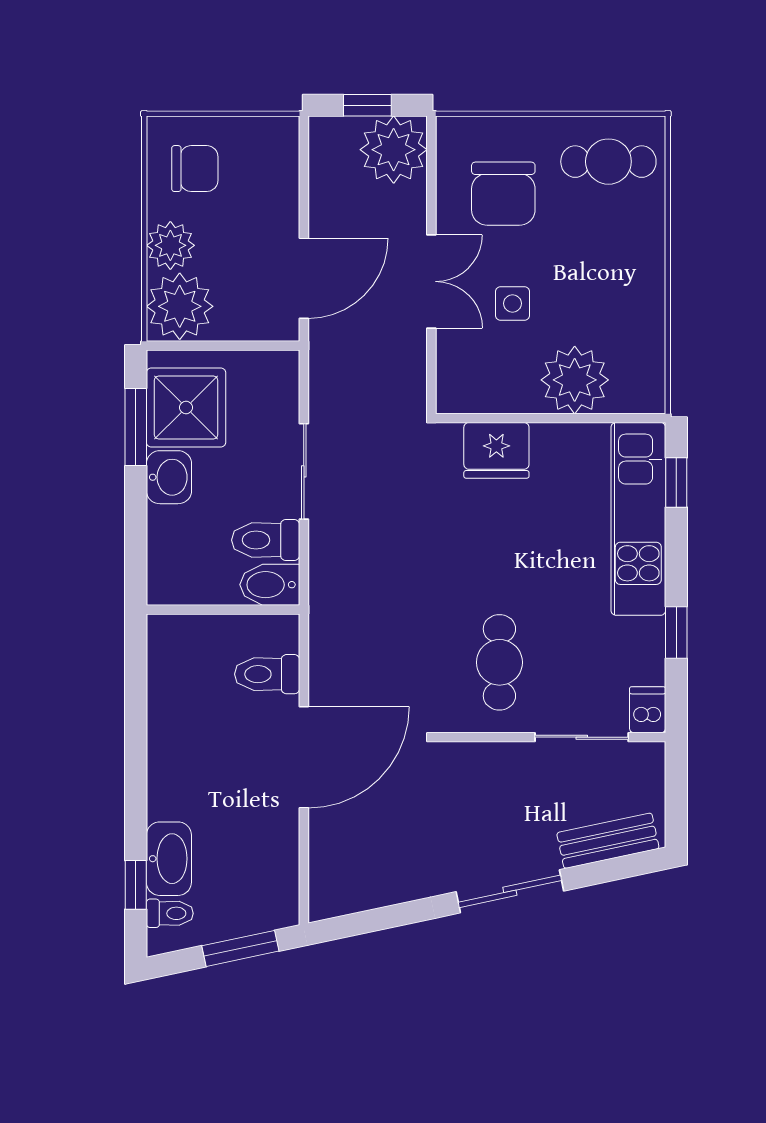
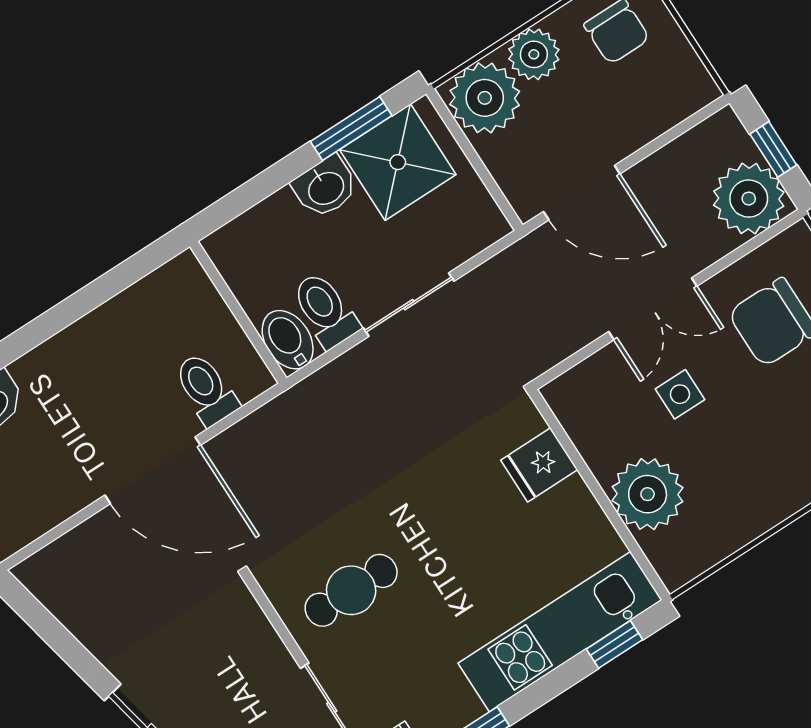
fridge: (496, 450) -> (539, 465), width x0.72

